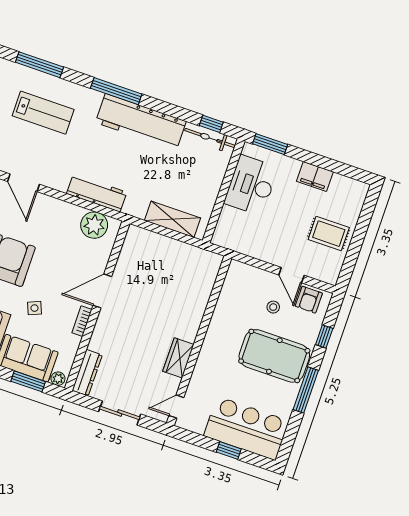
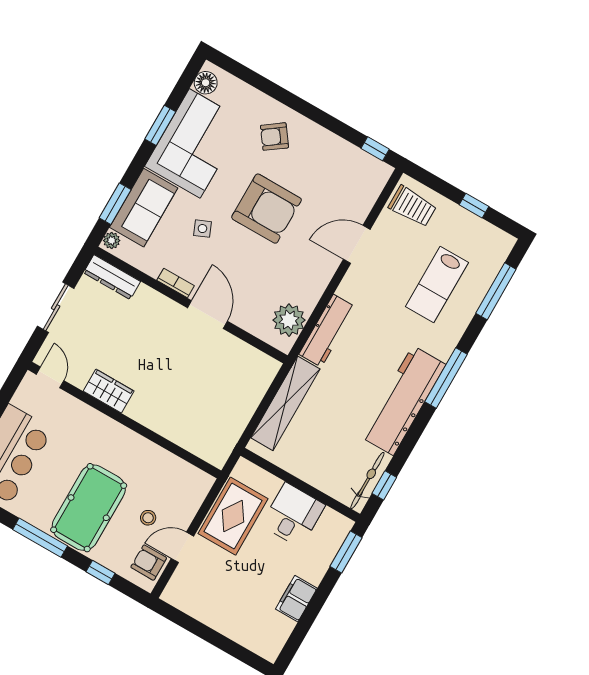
desk: (251, 185) -> (293, 515), width x0.73
shelving: (173, 219) -> (285, 403), width x1.47
rug: (329, 234) -> (233, 516), moved, width x1.36, depth x1.43

